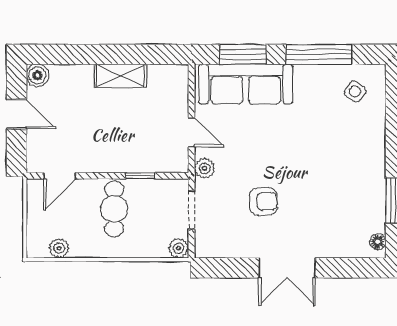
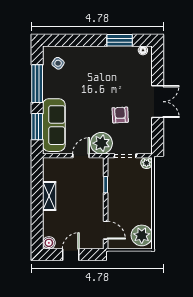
plant: (205, 168) -> (101, 143), width x1.87, depth x1.87
cafe table: (114, 209) -> (124, 199), removed
plant: (59, 248) -> (142, 235), width x1.88, depth x1.88

